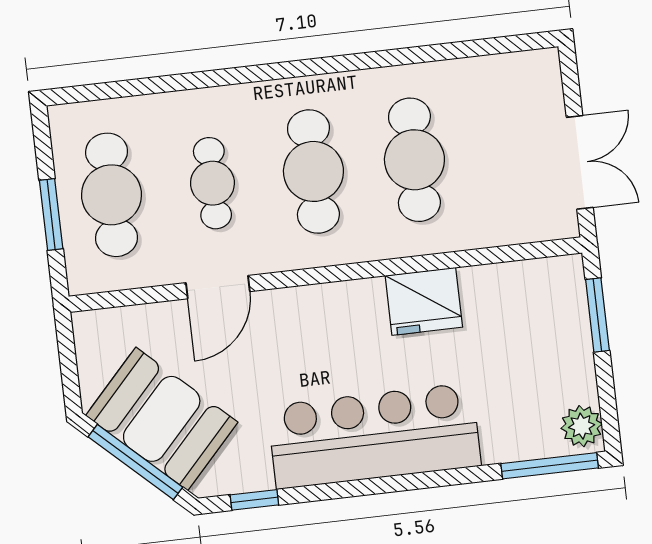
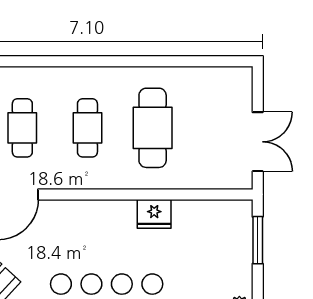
cafe table: (313, 171) -> (87, 128), width x0.73, depth x0.74
fridge: (424, 301) -> (154, 214), width x0.73, depth x0.75

